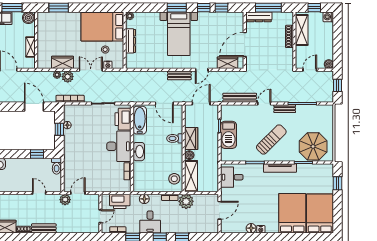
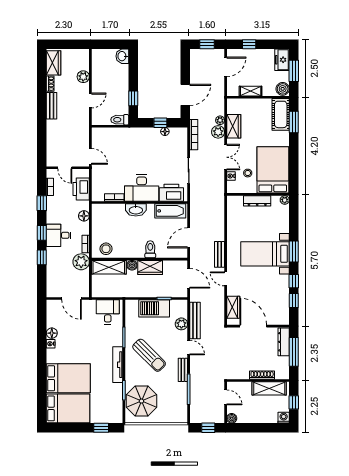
cot: (52, 20) -> (281, 114), added
plant: (243, 110) -> (181, 324), added
door: (78, 193) -> (90, 156), moved
plant: (65, 200) -> (83, 77), moved
desk: (150, 222) -> (59, 235), moved

